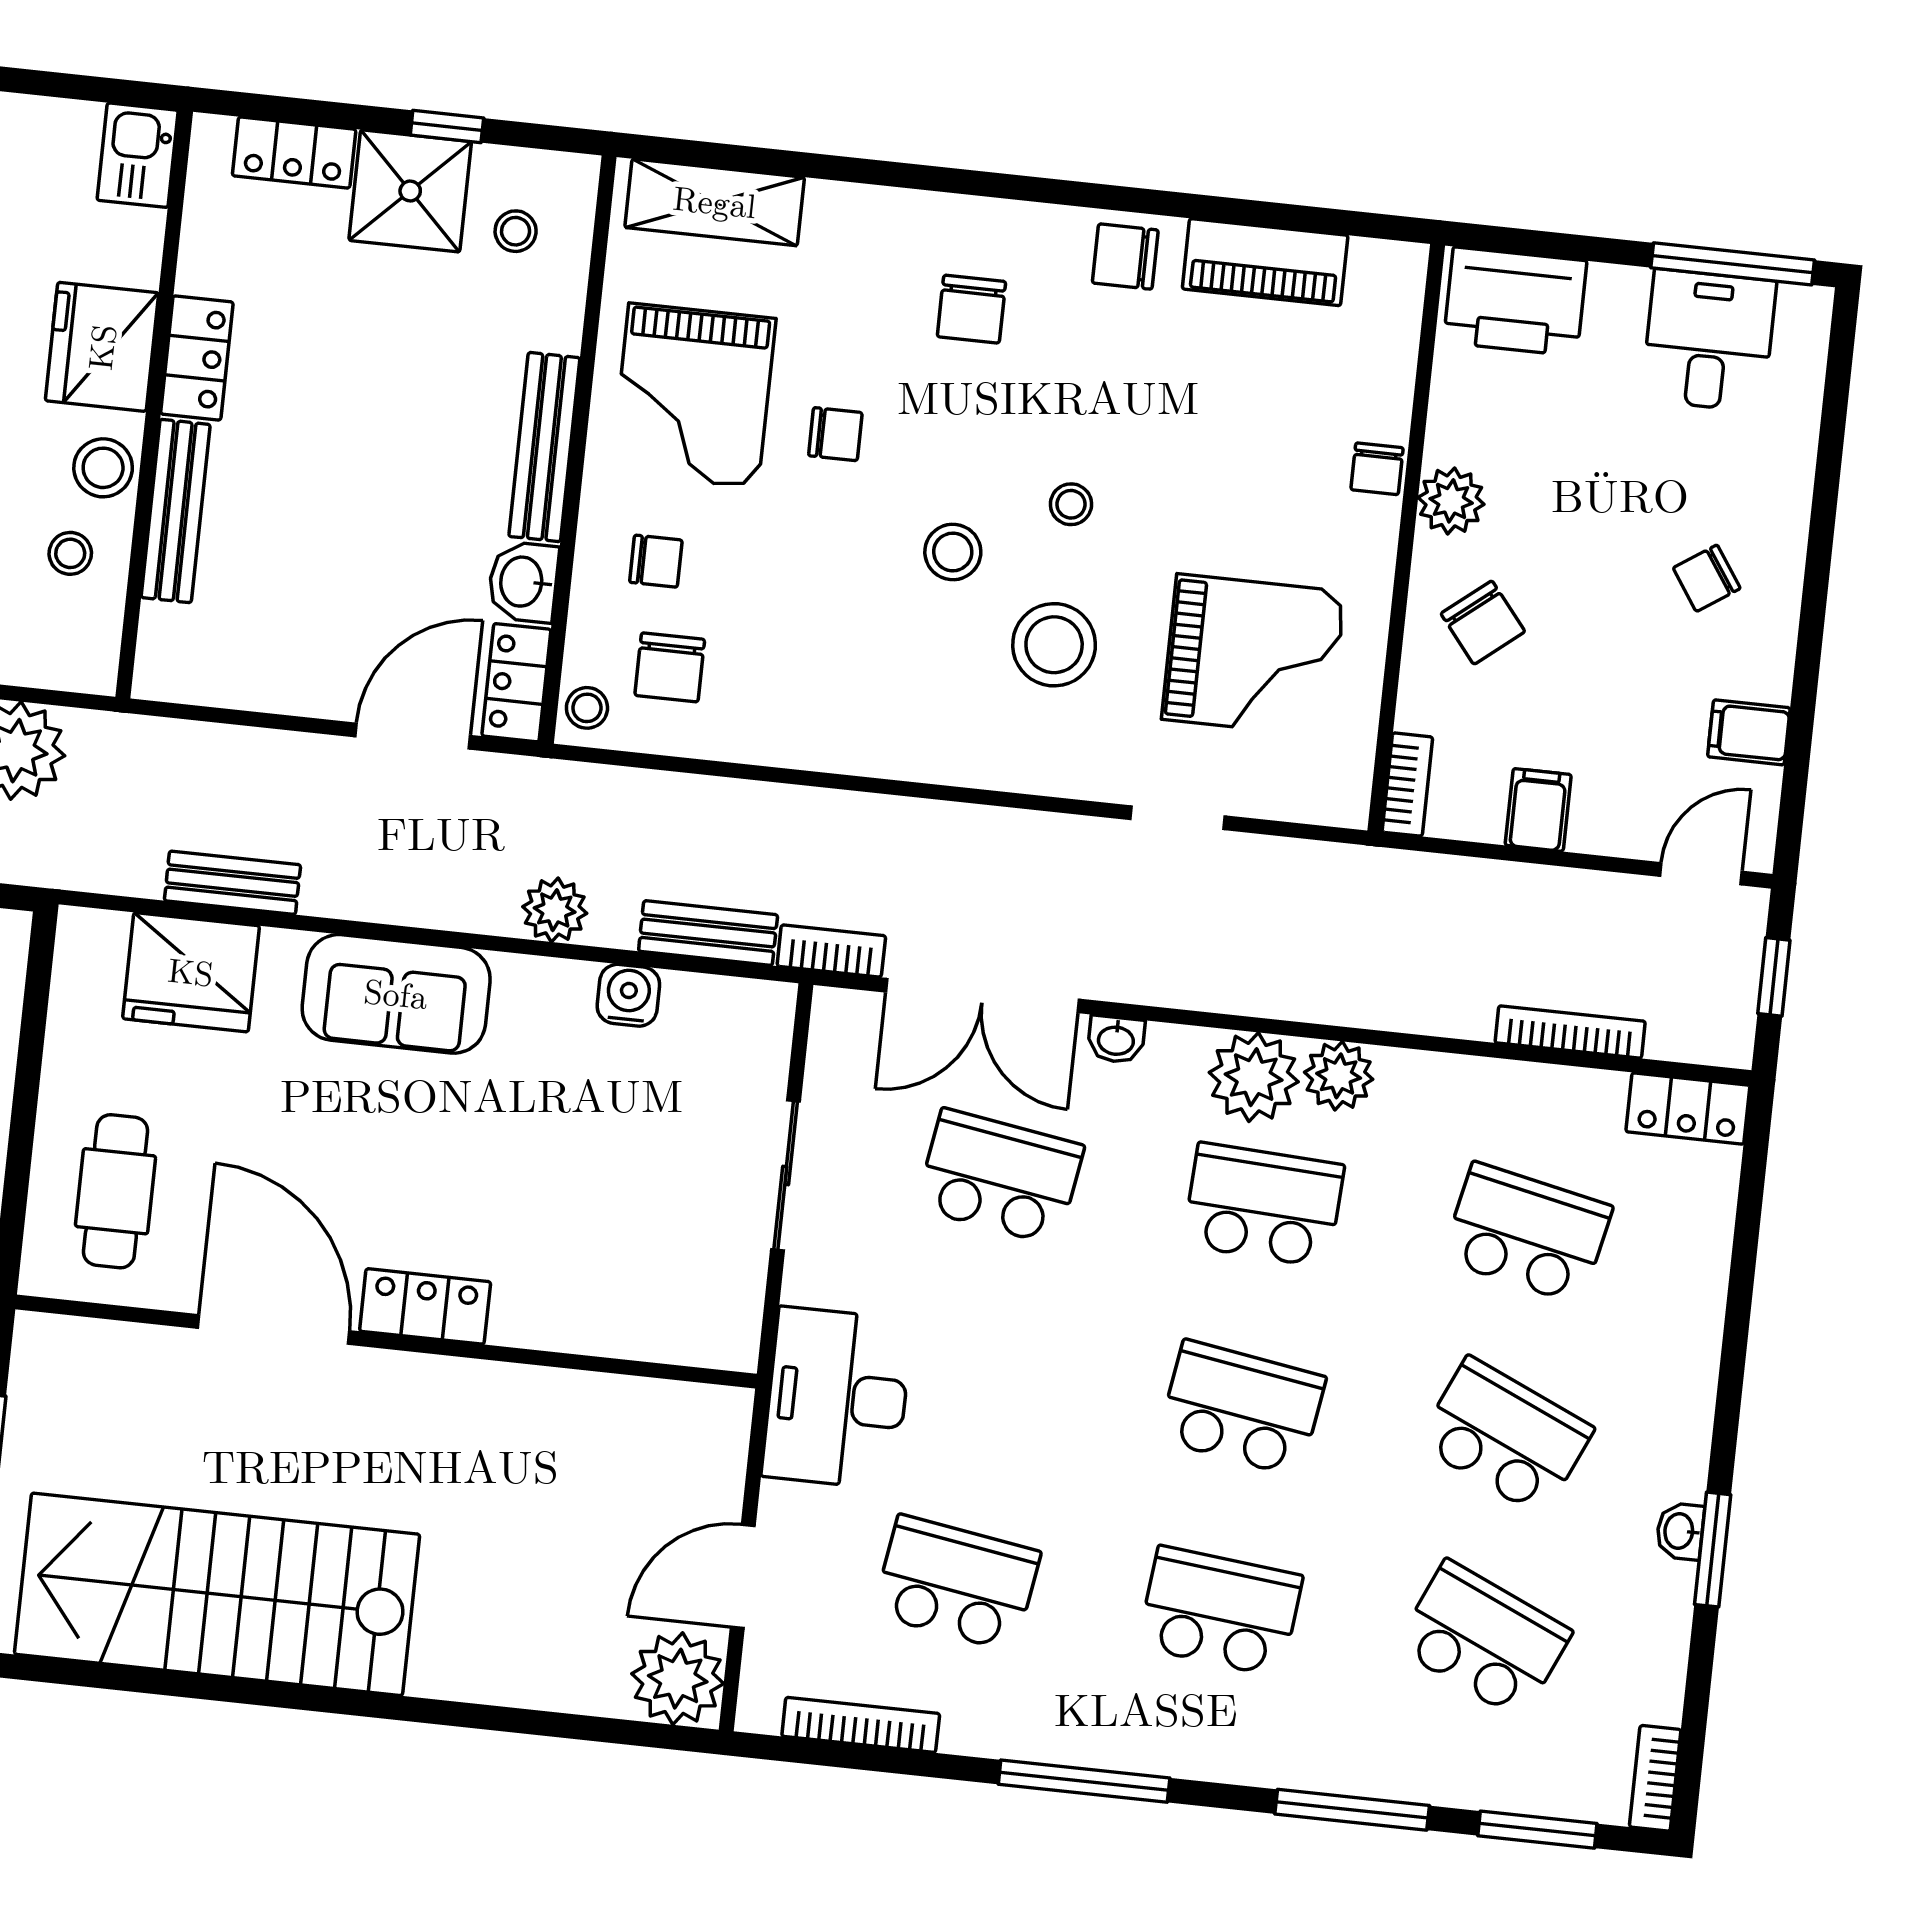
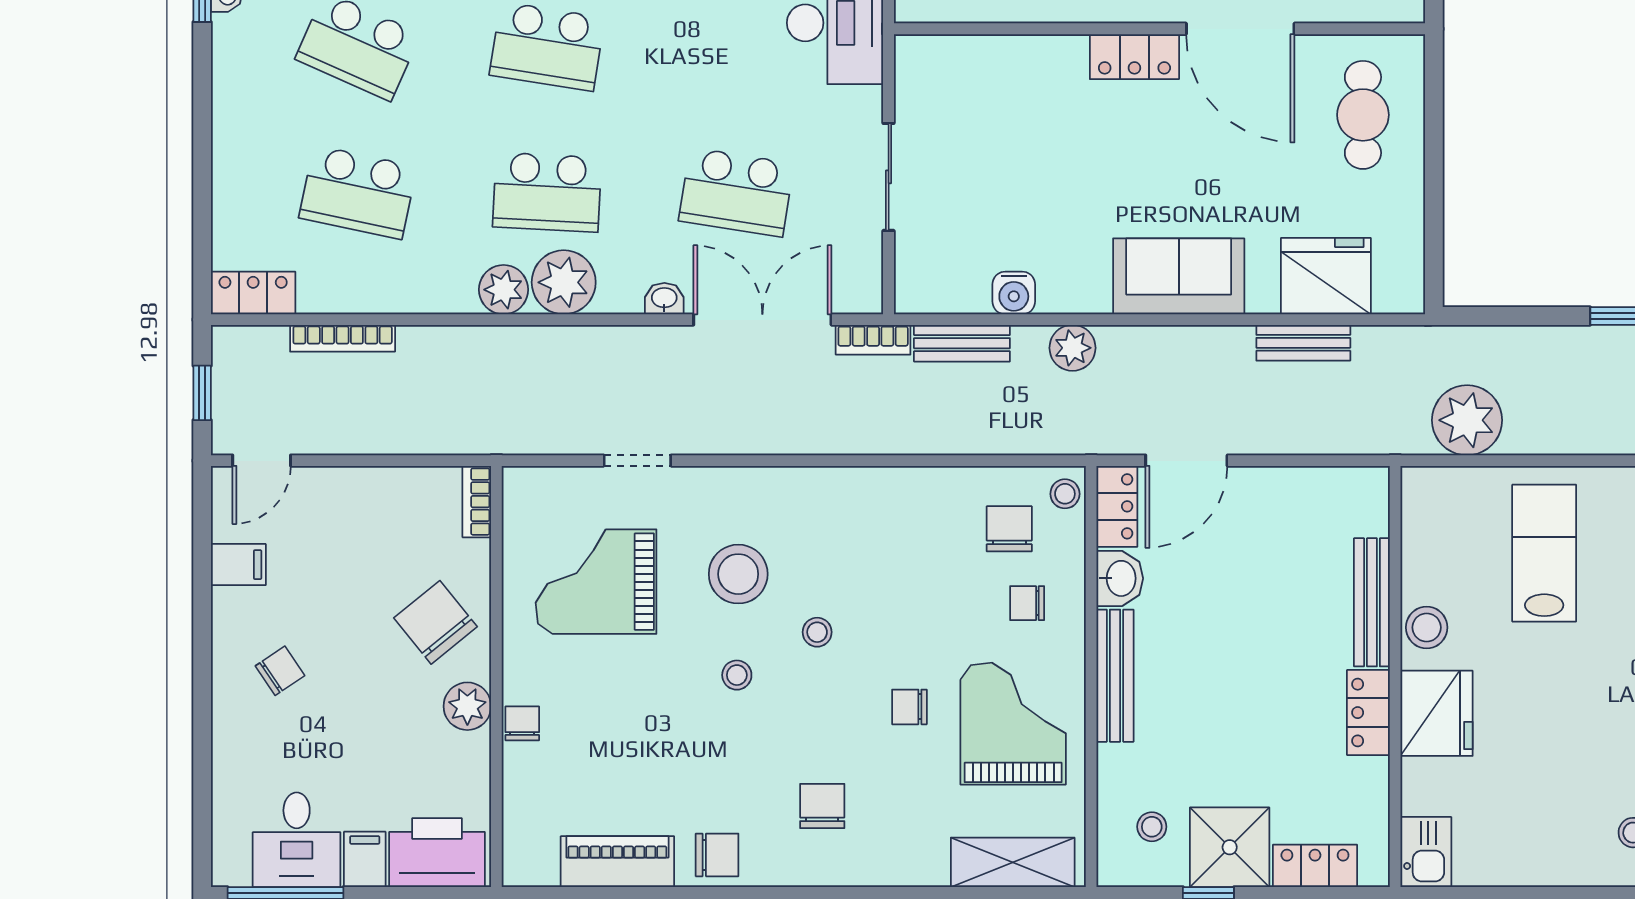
stool: (953, 552) -> (817, 632), width x0.73, depth x0.73
stool: (70, 553) -> (1443, 564), removed
chair: (1483, 623) -> (436, 622), width x1.37, depth x1.37
filing cabinet: (1538, 810) -> (365, 859), moved, turned 180

